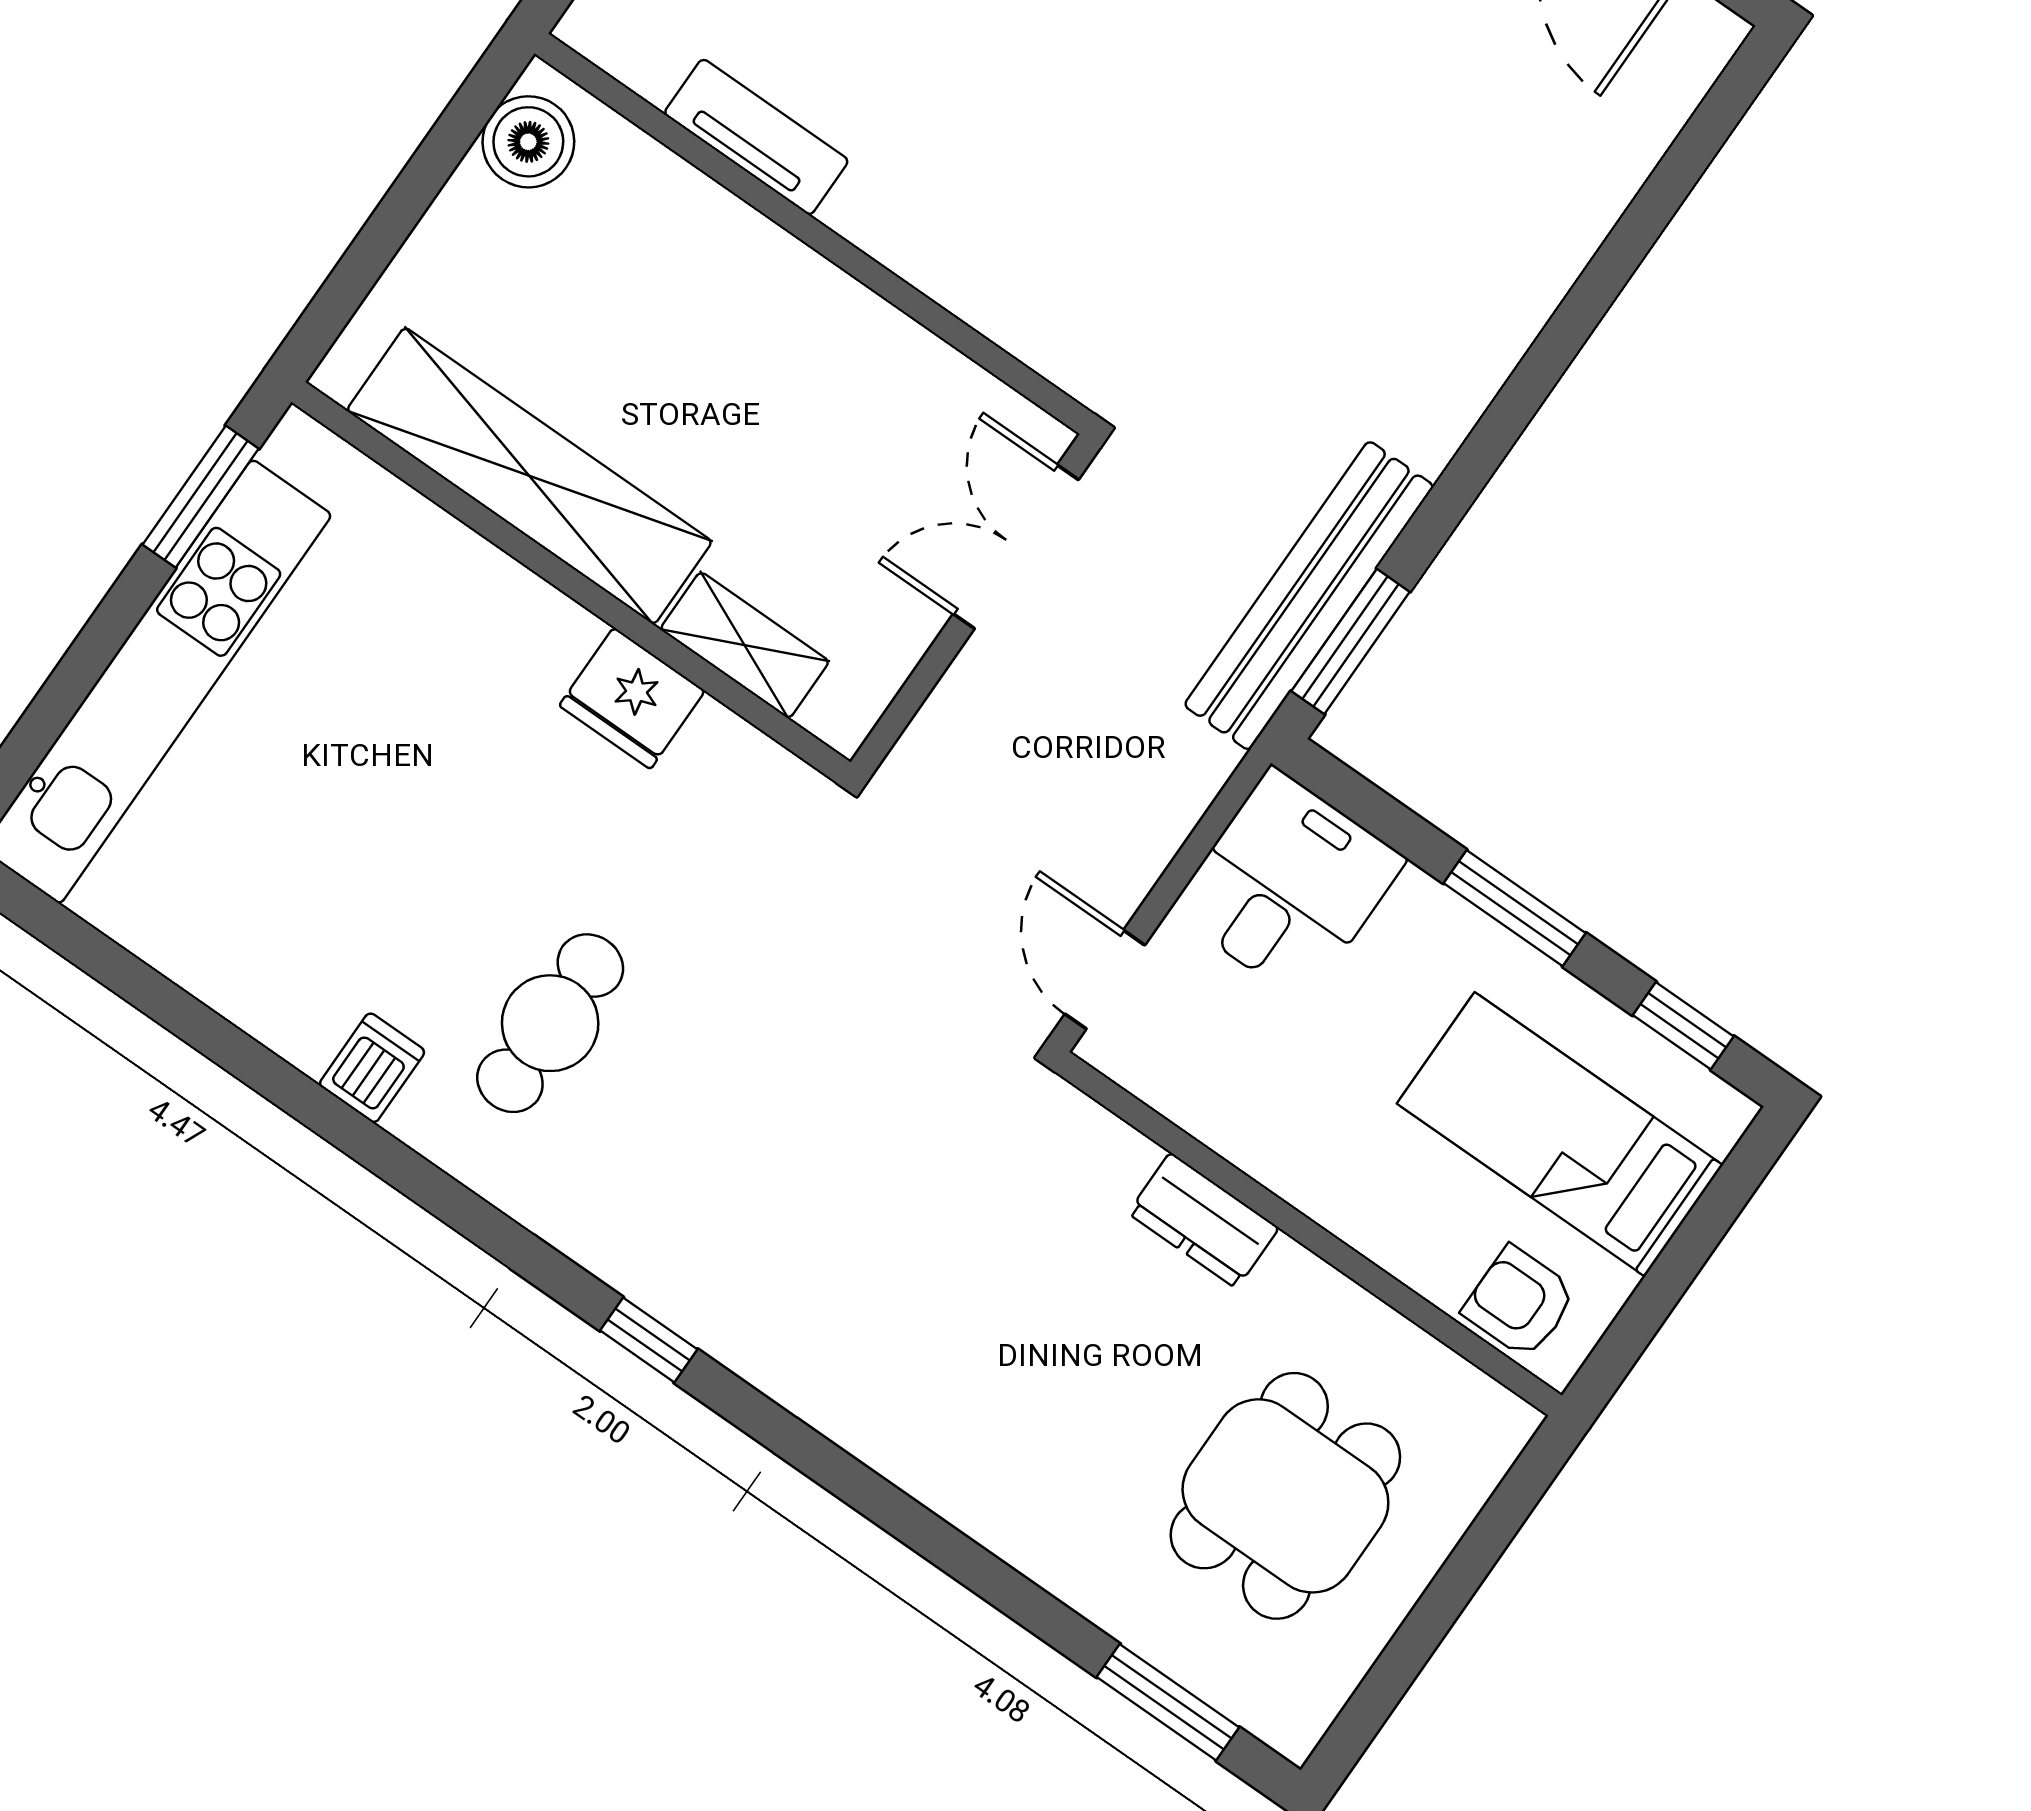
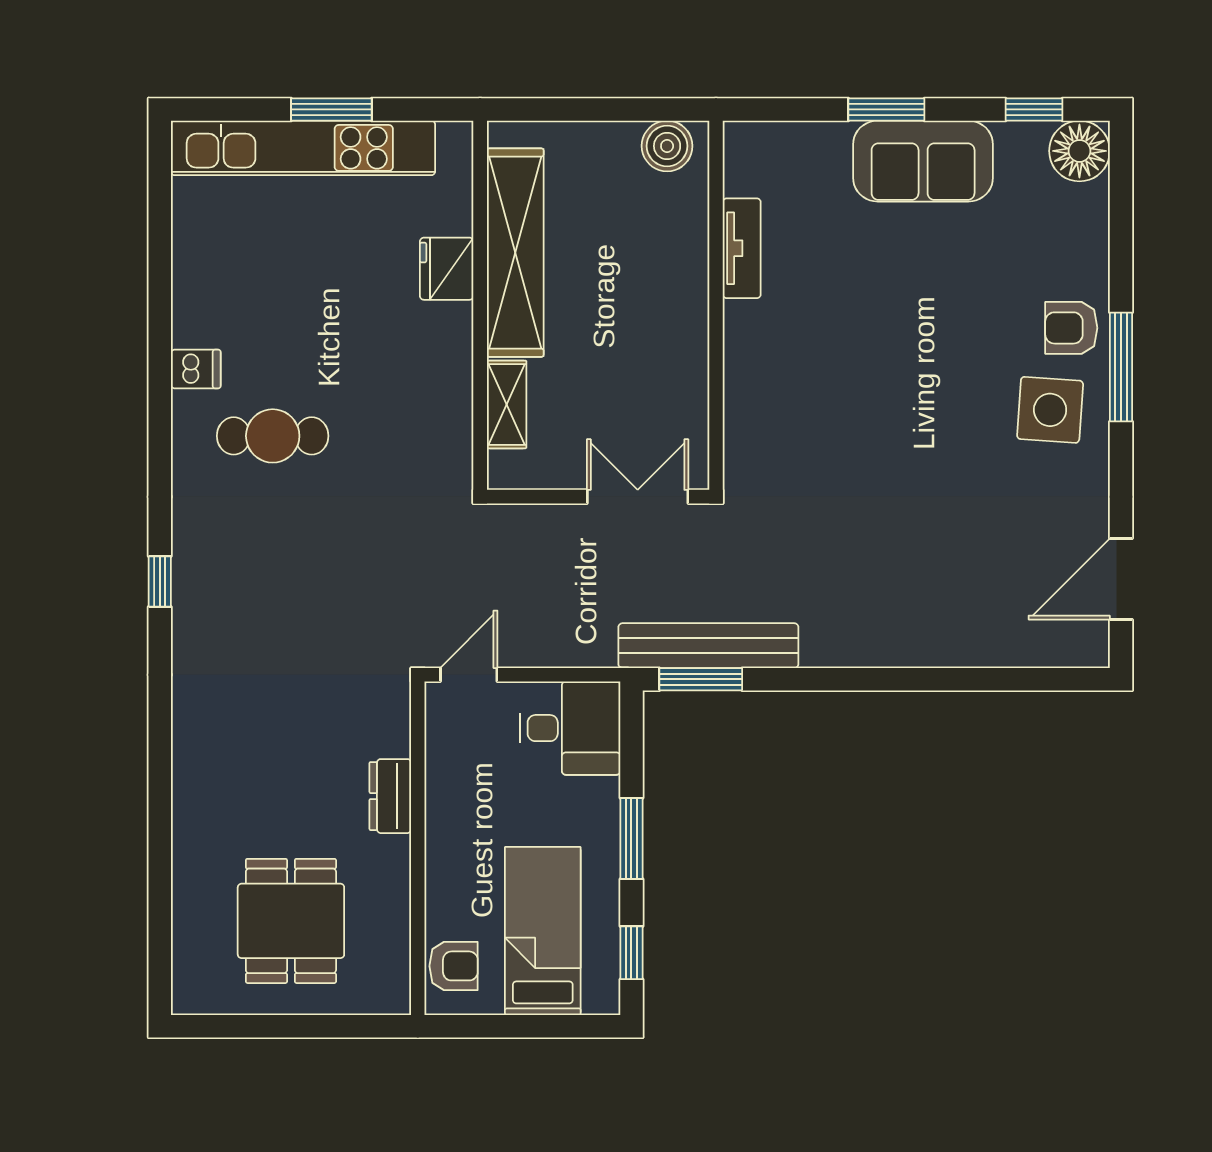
window: (201, 497) -> (331, 109), moved
fridge: (632, 698) -> (447, 269), moved
armchair: (1520, 1302) -> (454, 966), turned 90
dining table: (1285, 1496) -> (291, 921), turned 90
window: (1168, 1702) -> (160, 933), removed

